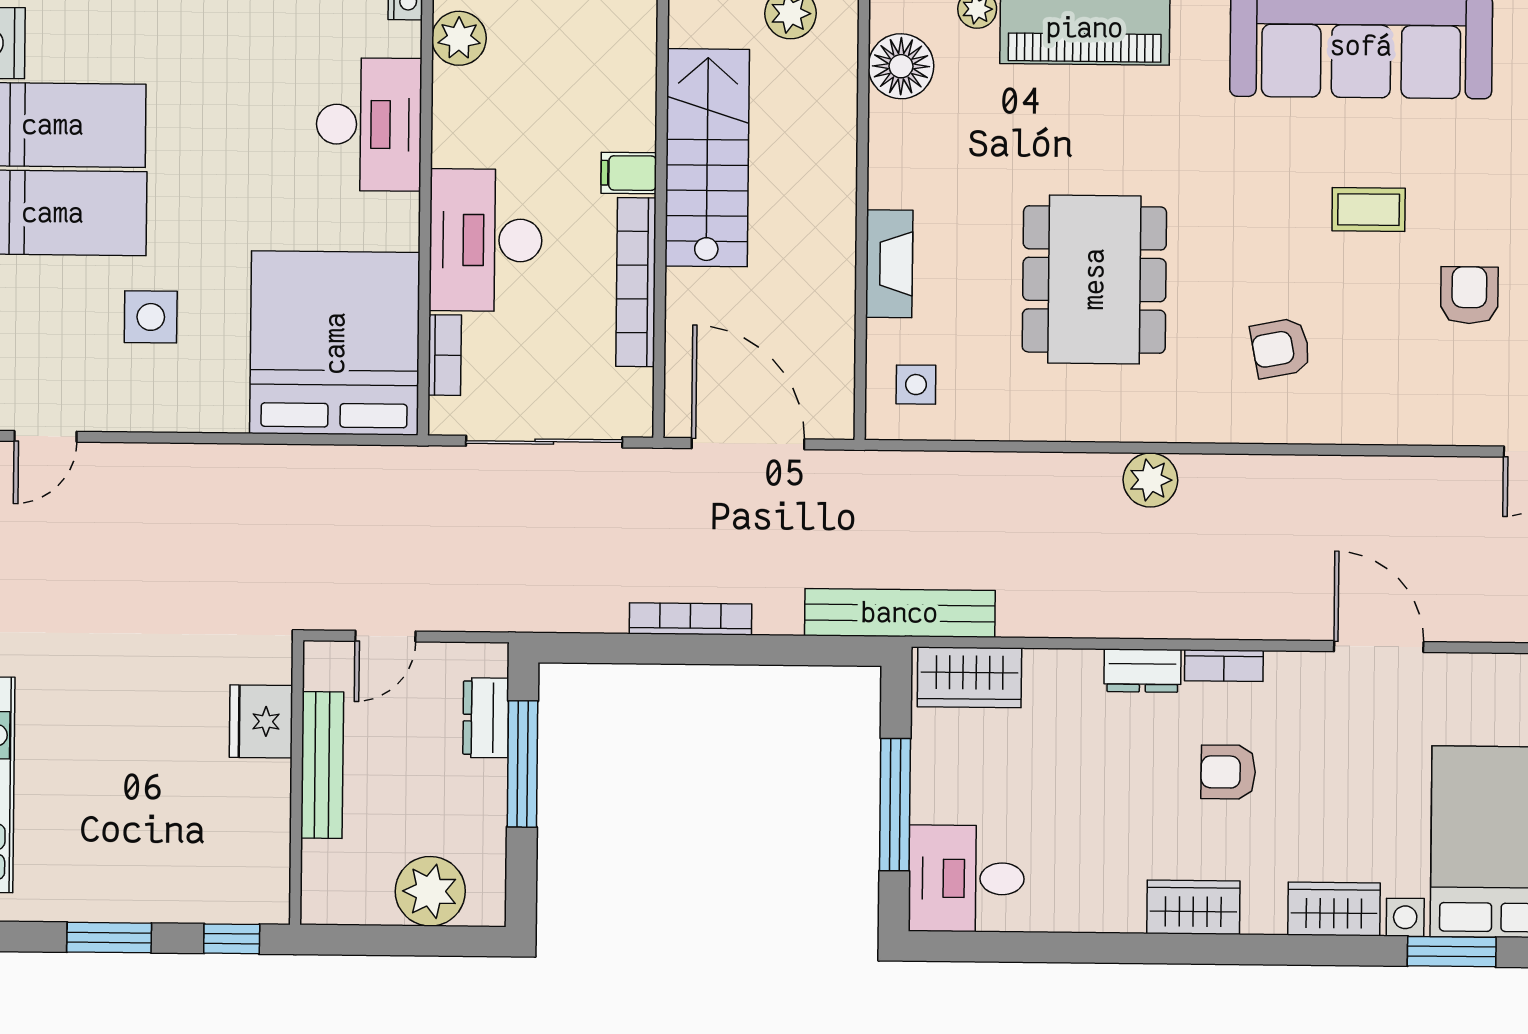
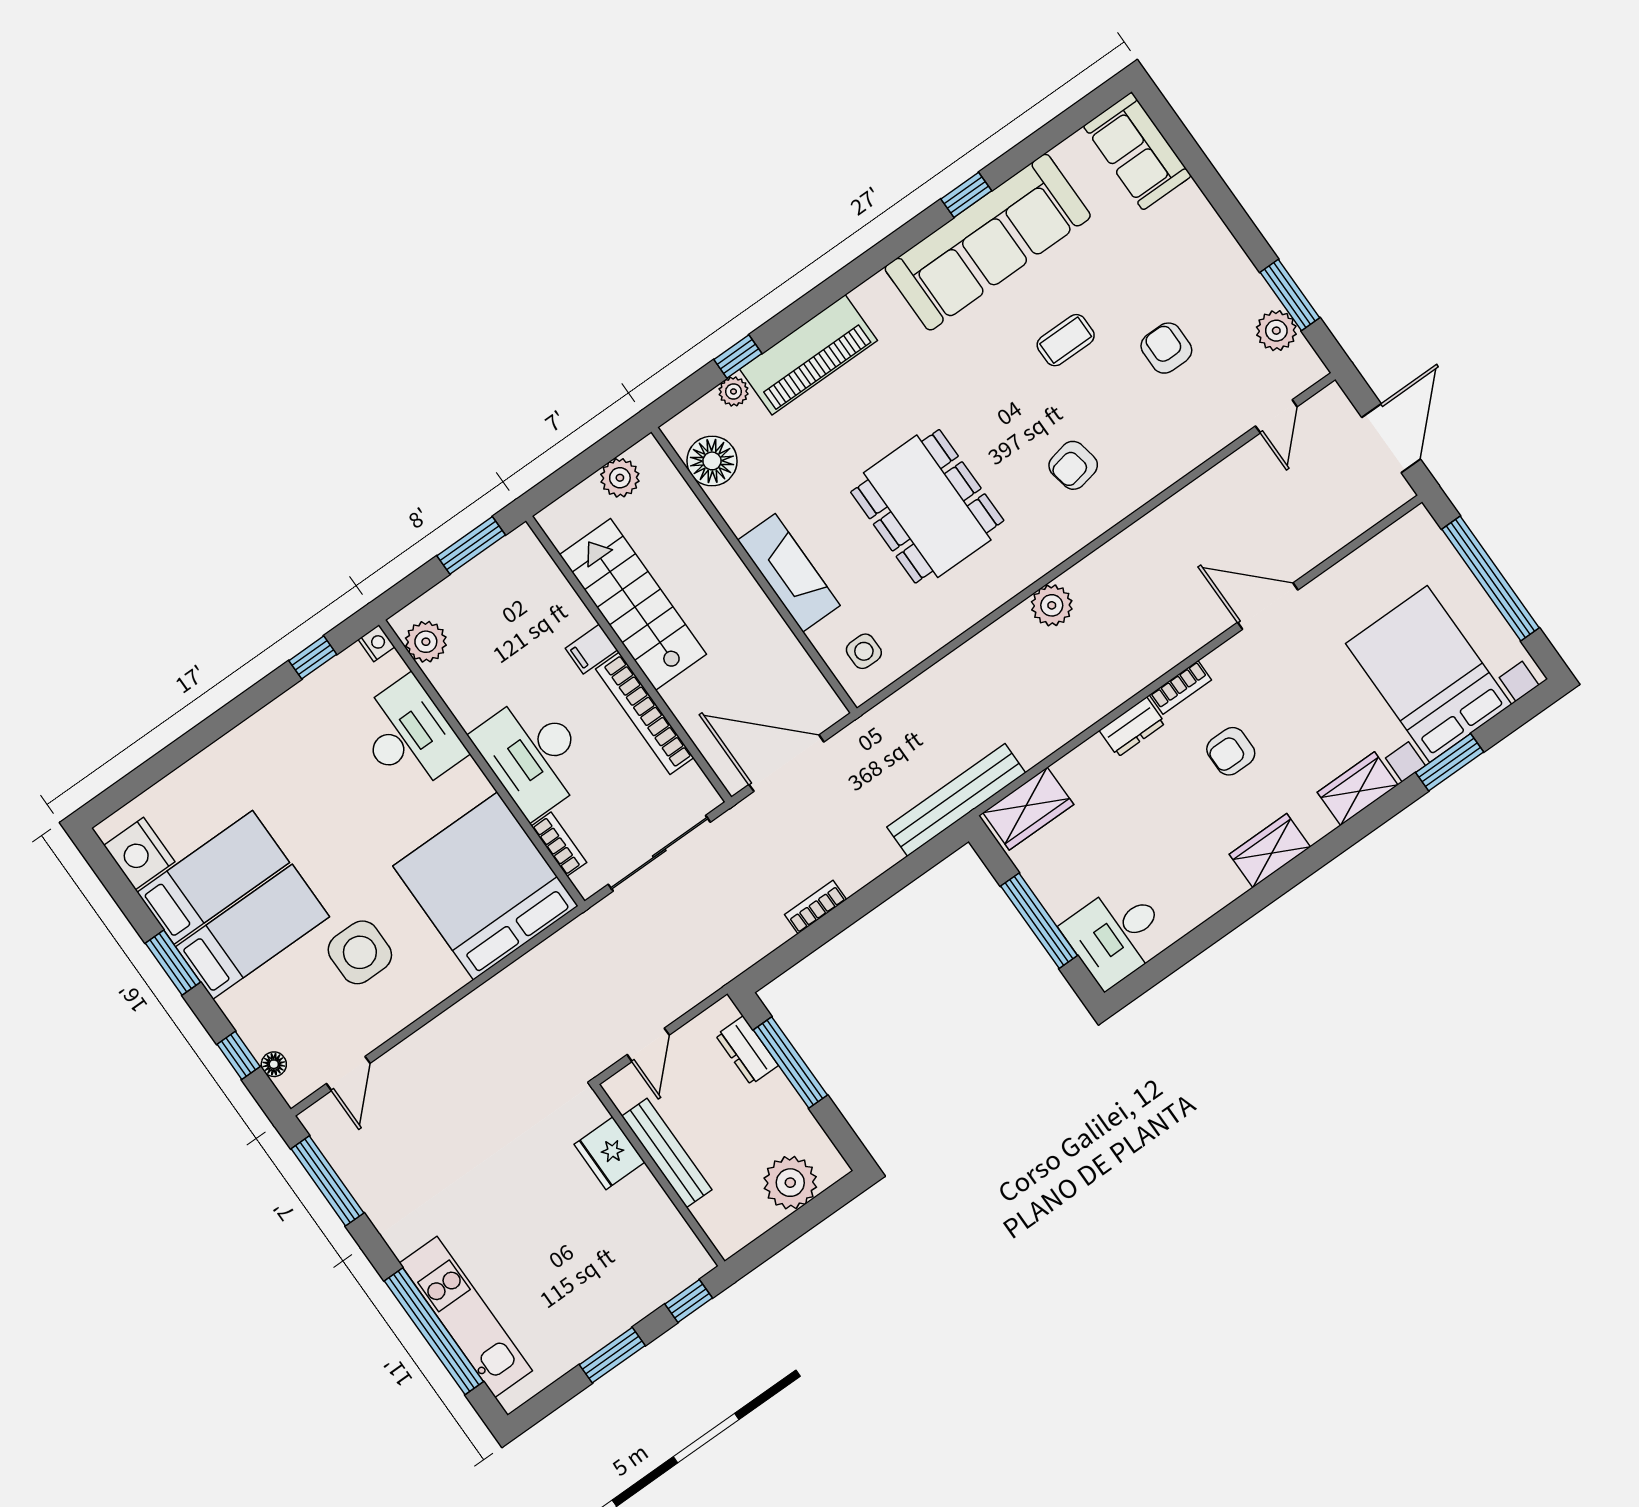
fireplace: (889, 264) -> (789, 573), width x1.37, depth x1.32
side table: (151, 317) -> (360, 952), width x1.37, depth x1.37
bookcase: (691, 619) -> (816, 907), width x0.64

